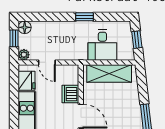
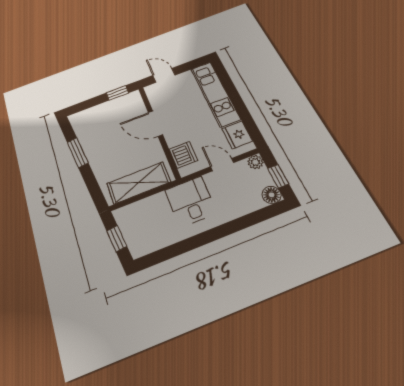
window: (84, 17) -> (198, 241), removed
desk: (102, 45) -> (191, 201), moved
dishwasher: (70, 94) -> (183, 155), moved

